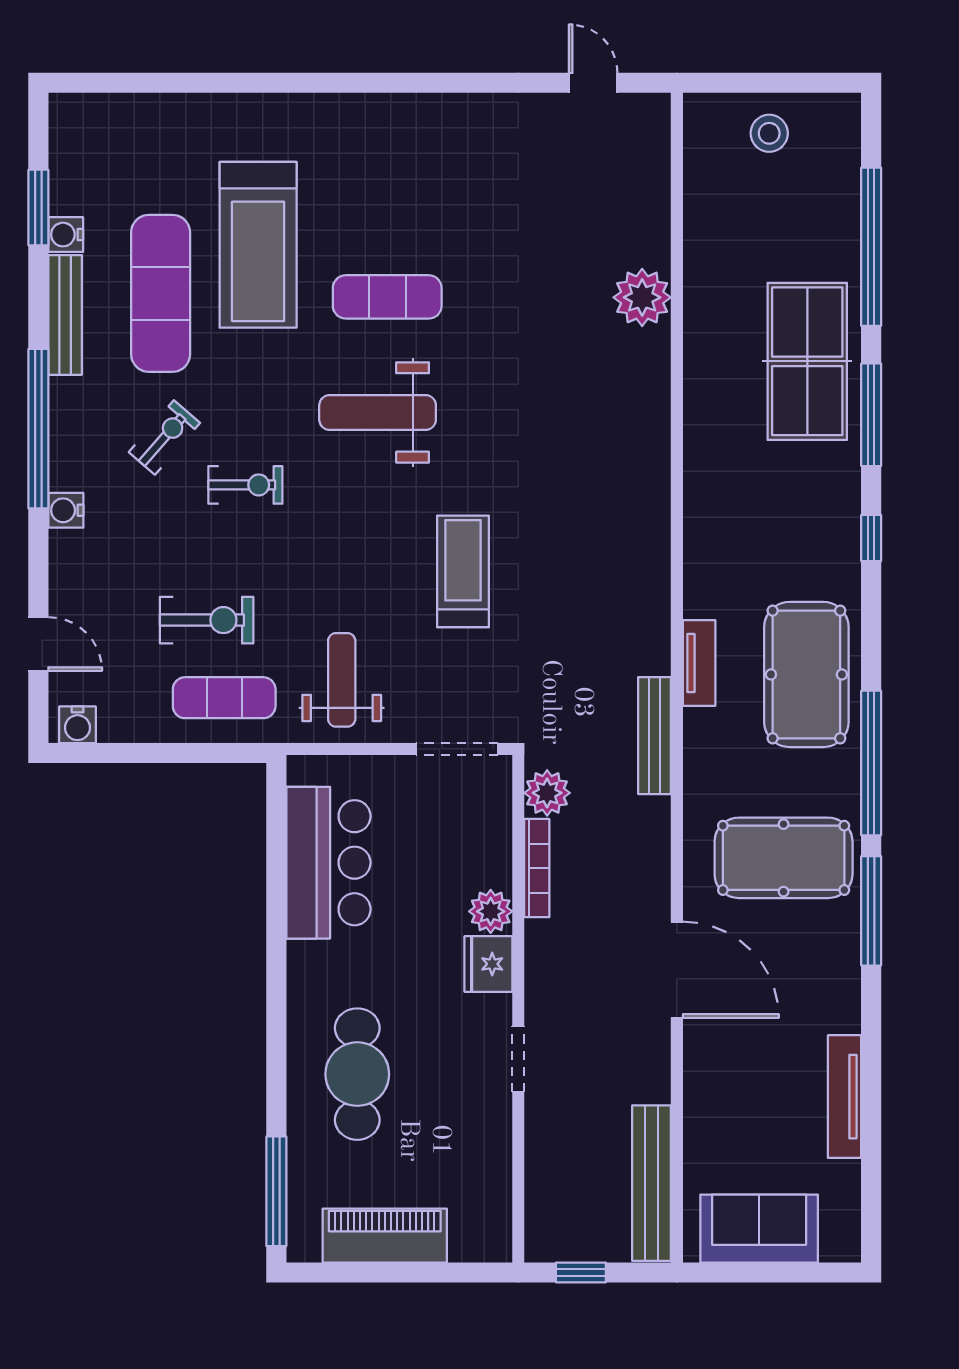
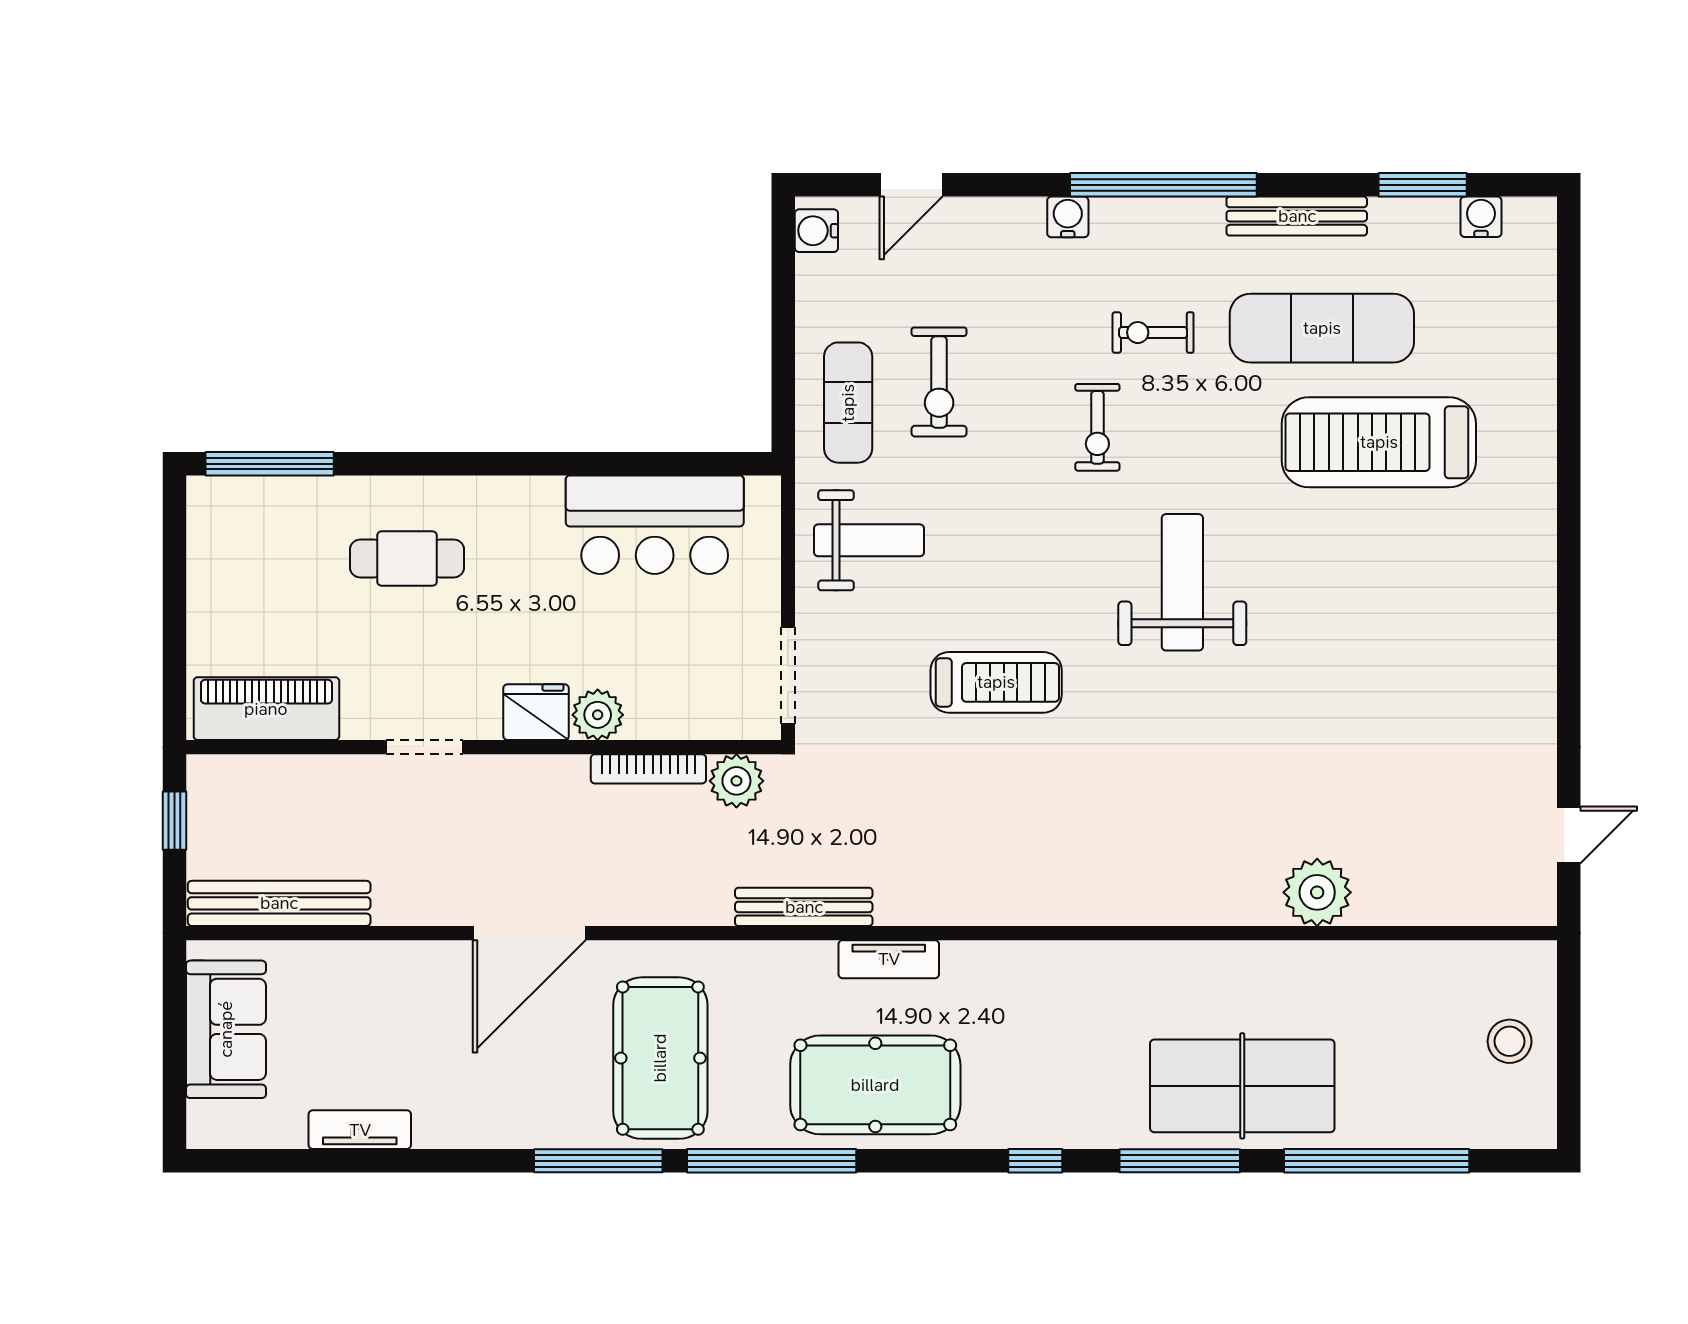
water cooler: (66, 235) -> (1481, 217), moved
exercise mat: (387, 297) -> (1318, 594), removed
exercise bike: (164, 437) -> (1153, 333), turned 139
cafe table: (357, 1074) -> (407, 559), width x0.73, depth x0.74
tv unit: (845, 1097) -> (360, 1130), width x0.71
piano: (385, 1236) -> (266, 709), moved, turned -90

